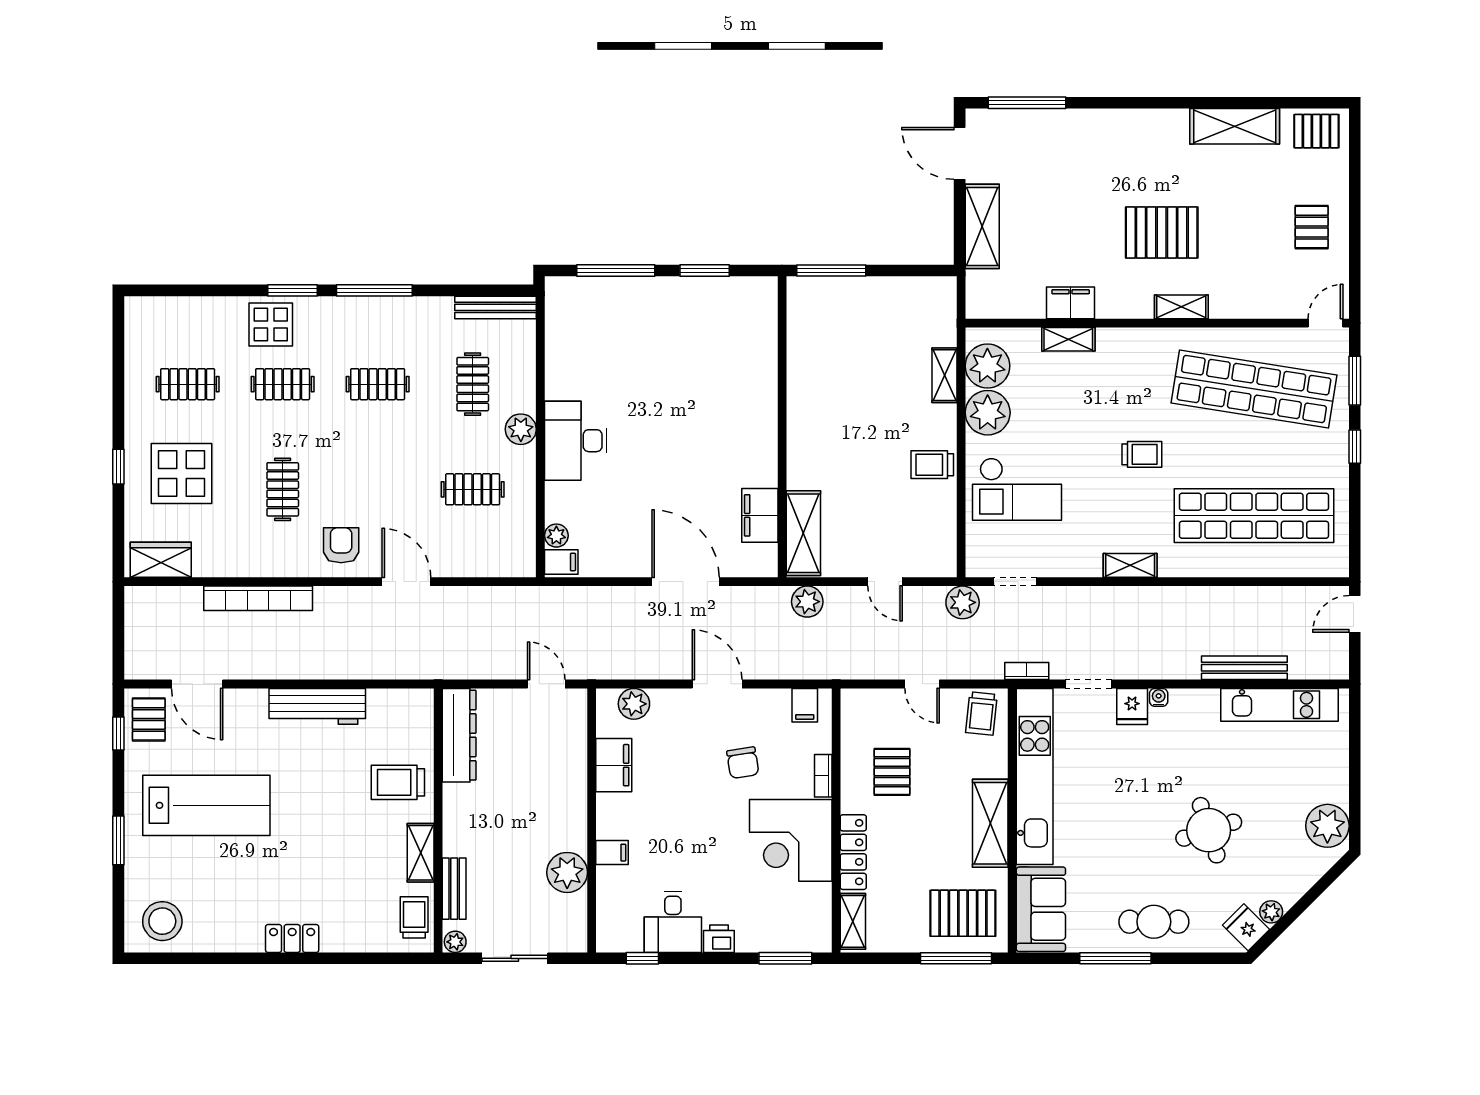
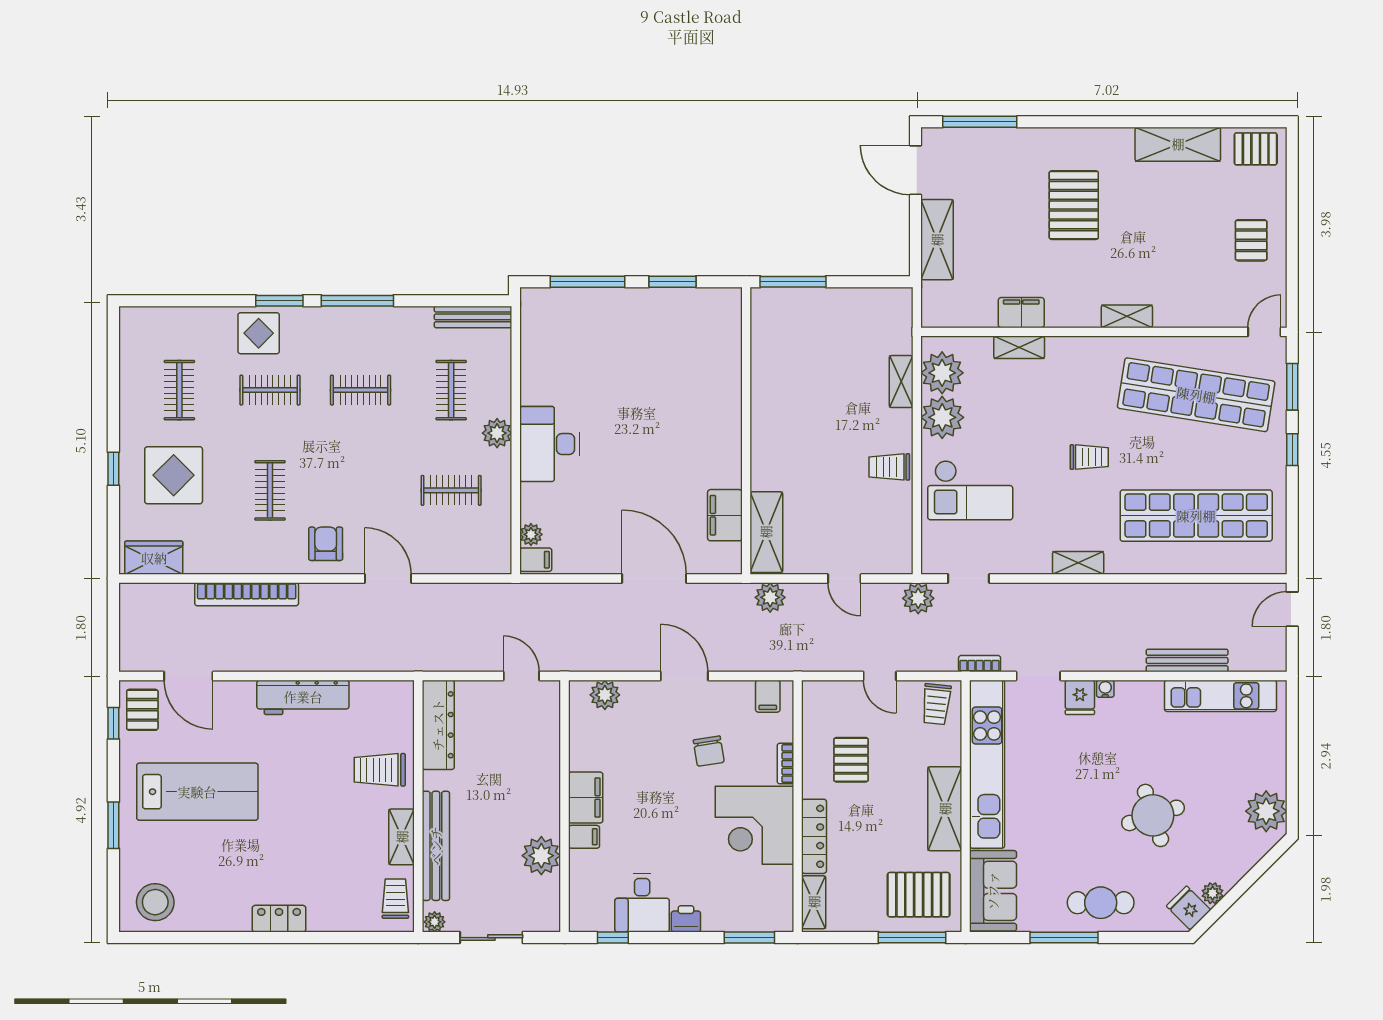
pallet: (1162, 232) -> (1074, 205), moved, turned 90
clothes rail: (188, 384) -> (179, 390), turned 90
filing cabinet: (614, 765) -> (586, 798), moved
bench: (454, 889) -> (436, 846), width x1.86, depth x1.21

